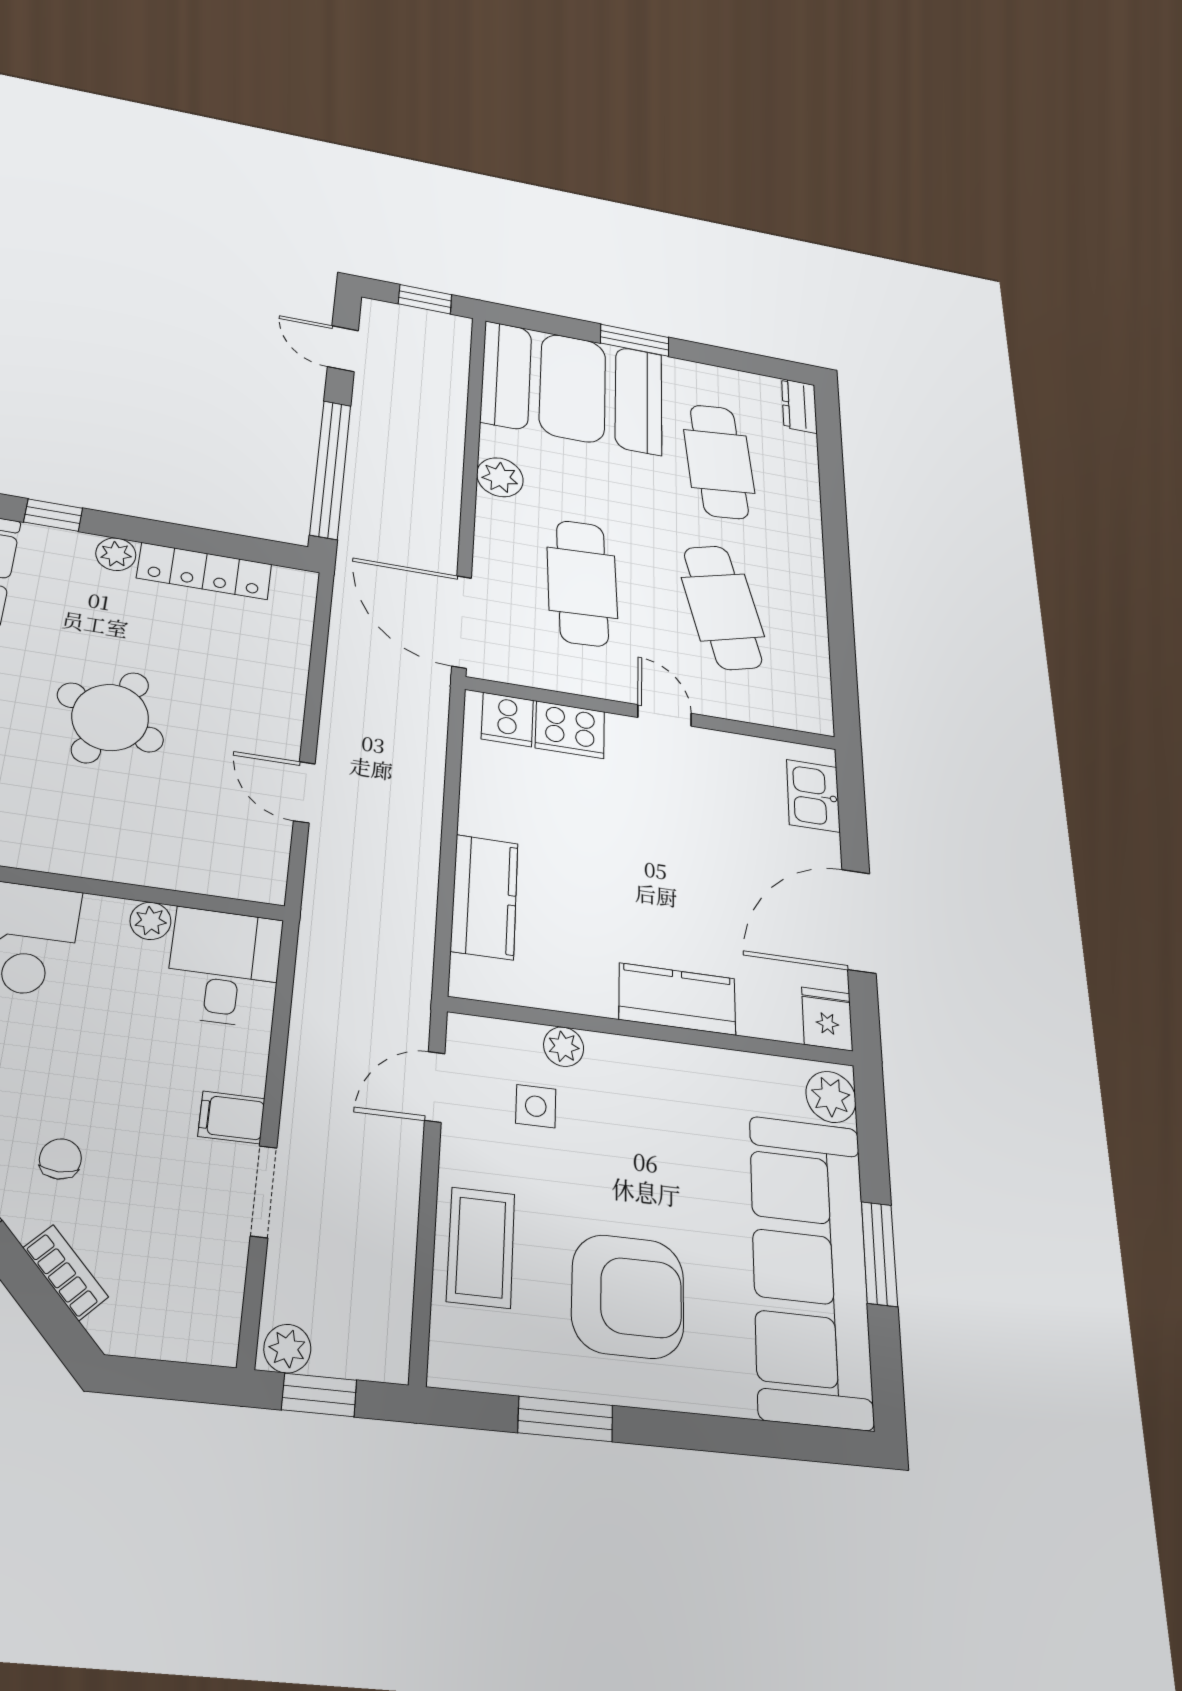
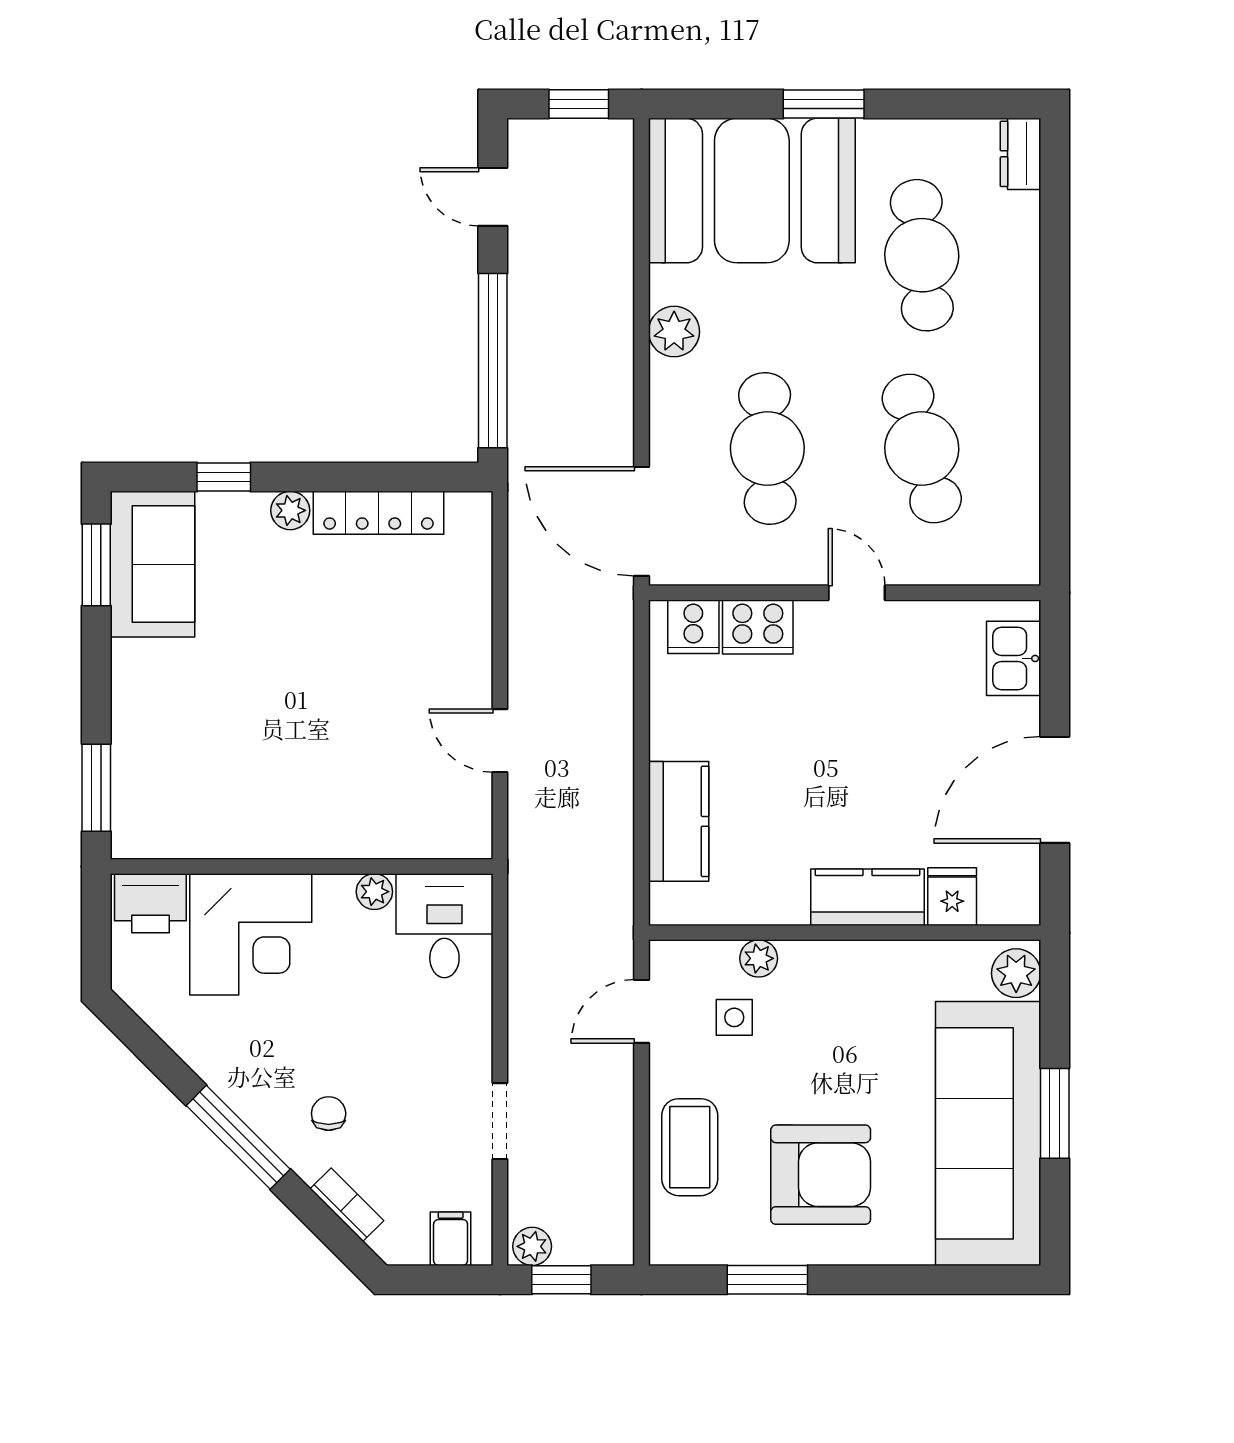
round table: (110, 717) -> (311, 693), removed
fridge: (827, 1019) -> (952, 897), moved
filing cabinet: (232, 1117) -> (451, 1239), moved, turned 90

